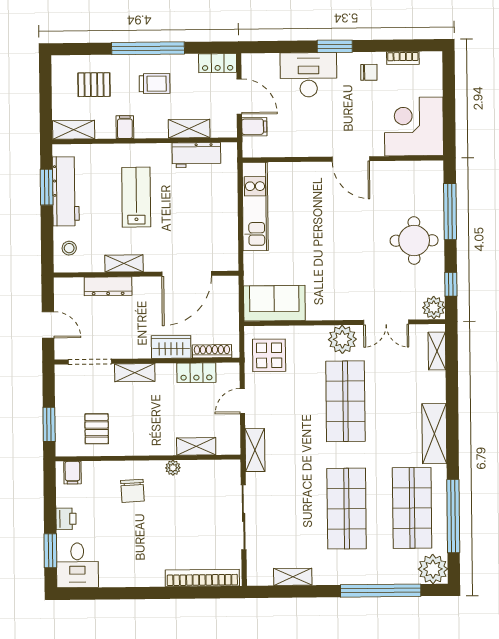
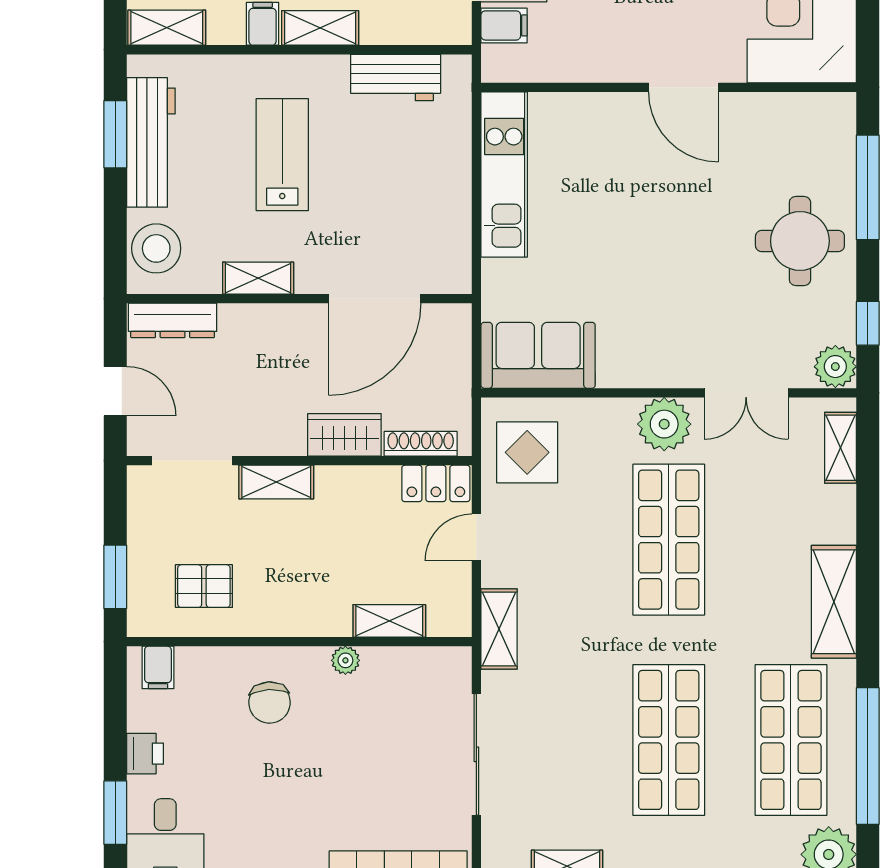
shelving: (189, 129) -> (320, 28), moved
stool: (69, 248) -> (156, 248), width x1.89, depth x1.89
dresser: (108, 286) -> (173, 320), moved
locker: (196, 373) -> (436, 483), moved
pallet: (97, 429) -> (204, 586), turned 90

